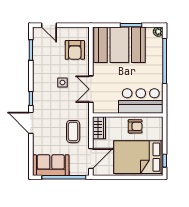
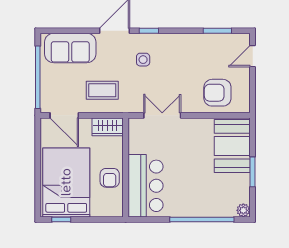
booth: (119, 45) -> (232, 146), width x0.73, depth x0.70
side table: (62, 83) -> (143, 60), moved
sofa: (51, 165) -> (70, 48), moved, turned 90

